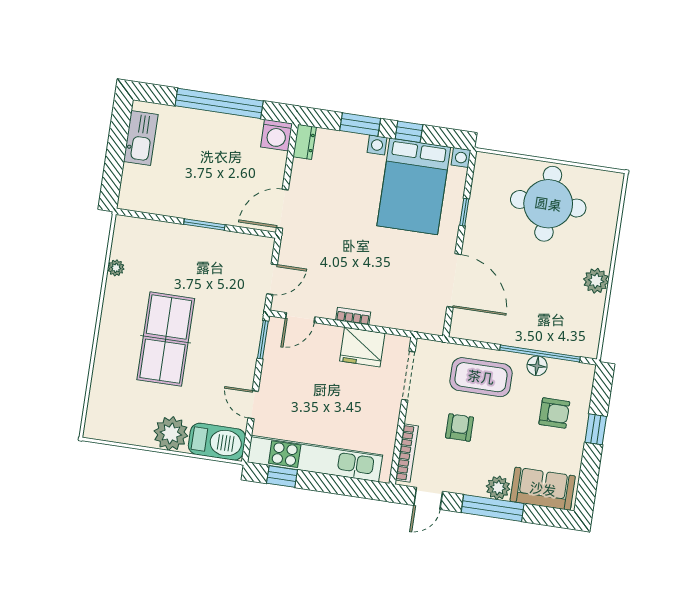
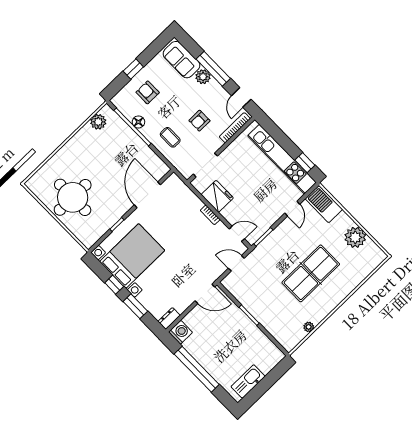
plant: (596, 281) -> (98, 122), moved
coffee table: (481, 377) -> (170, 137), width x0.54, depth x0.58
plant: (171, 433) -> (355, 237), moved
door: (428, 498) -> (241, 97), swing flipped

